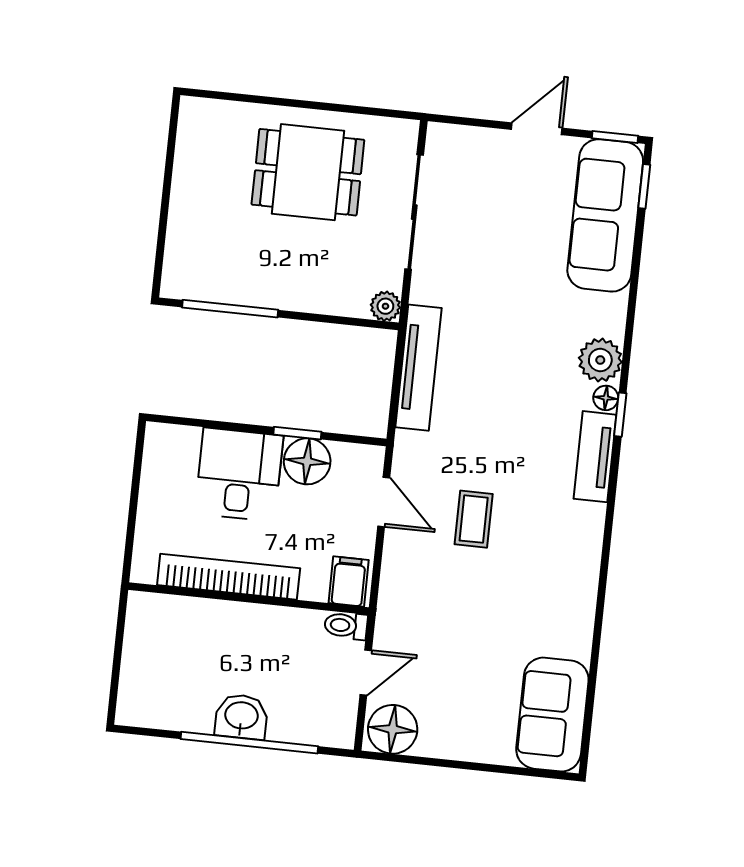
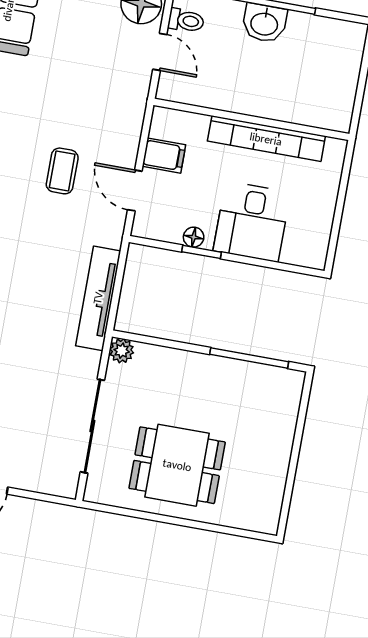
floor lamp: (307, 461) -> (194, 237), width x0.53, depth x0.53
filing cabinet: (349, 582) -> (164, 156), moved, turned -90
toilet: (346, 626) -> (186, 21), moved
door: (366, 672) -> (160, 52), swing flipped

